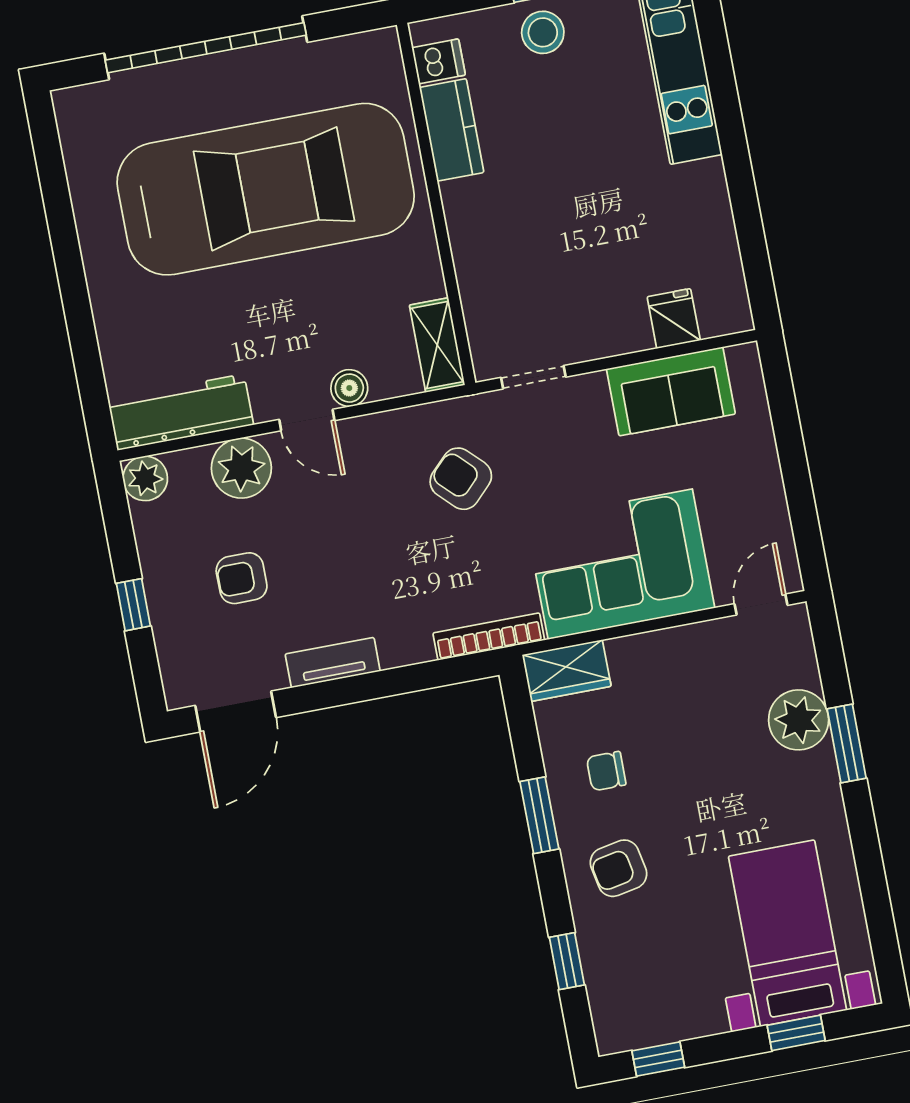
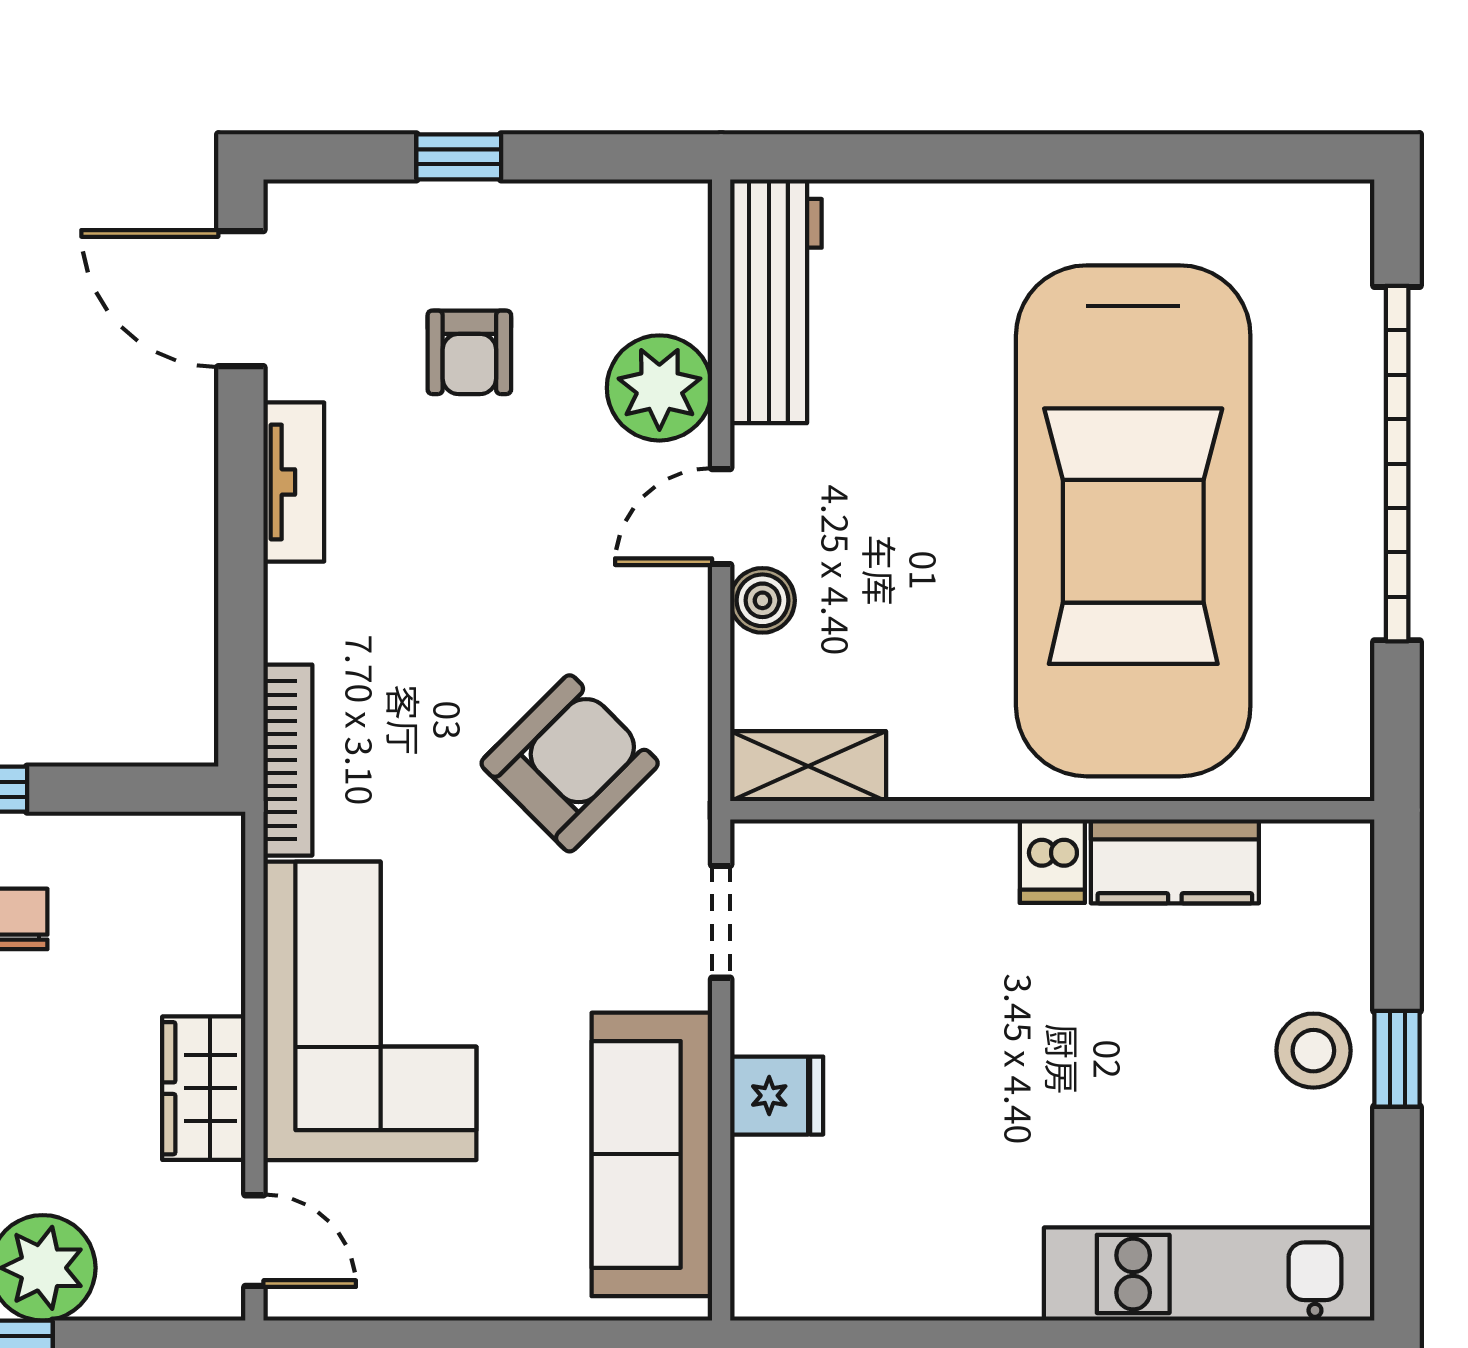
dishwasher: (439, 61) -> (1052, 861), moved
fridge: (674, 319) -> (777, 1096), moved
sofa: (671, 391) -> (652, 1154), width x1.36
plant: (145, 478) -> (673, 219), removed
armchair: (461, 479) -> (570, 763), width x1.38, depth x1.38
armchair: (242, 578) -> (469, 352), turned 180
wardrobe: (567, 671) -> (204, 1088), moved

